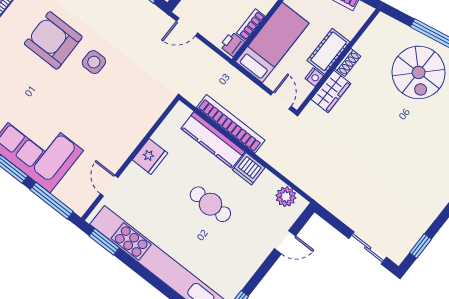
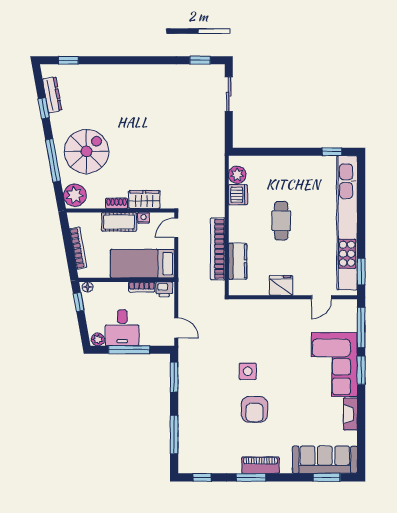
plant: (386, 29) -> (75, 195), added
armchair: (53, 40) -> (254, 409), width x0.73, depth x0.73
kitchen counter: (213, 140) -> (238, 261), width x0.67
dishwasher: (249, 169) -> (238, 195), moved
door: (285, 242) -> (268, 152), removed

